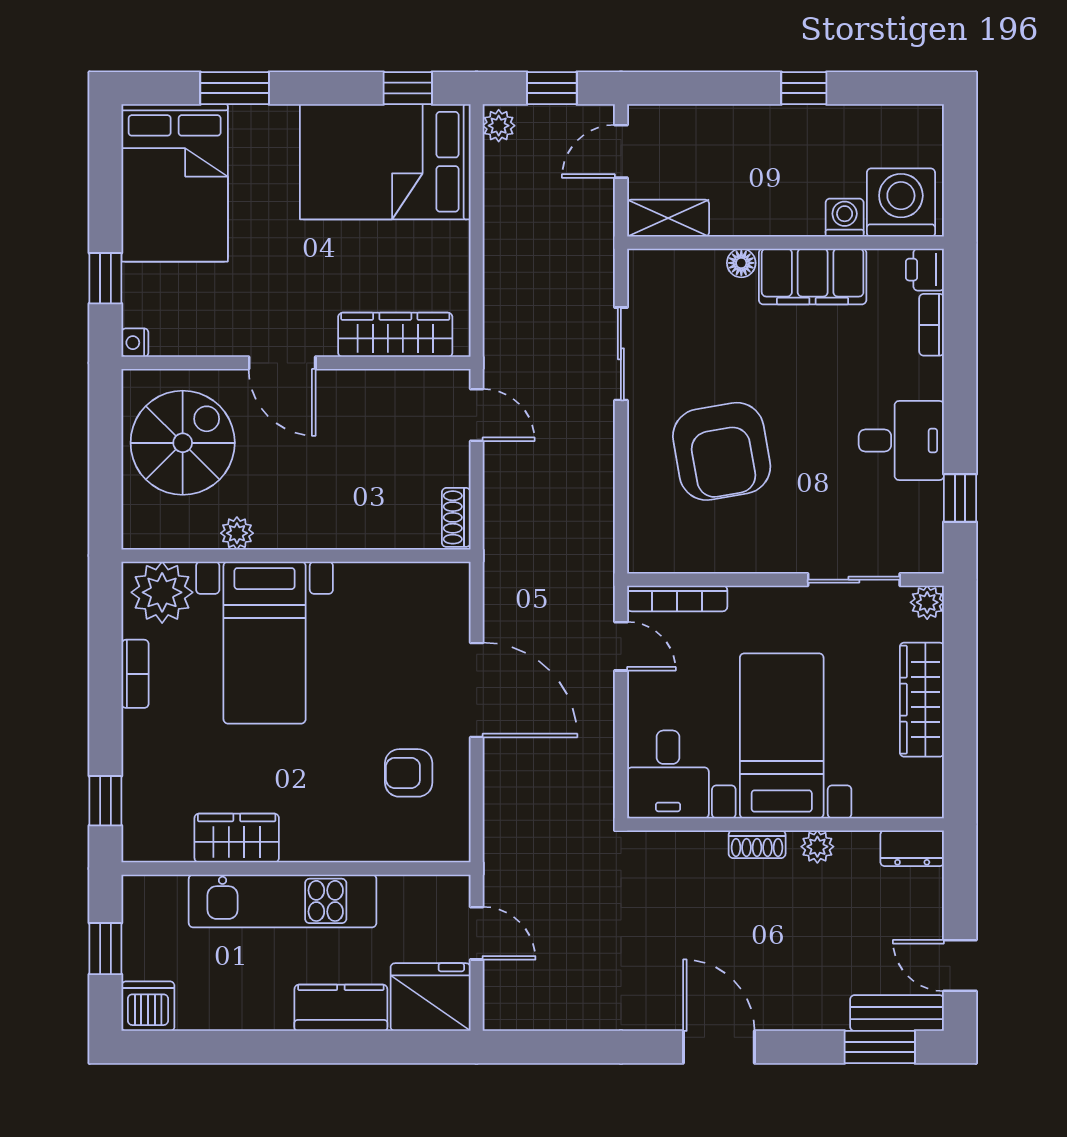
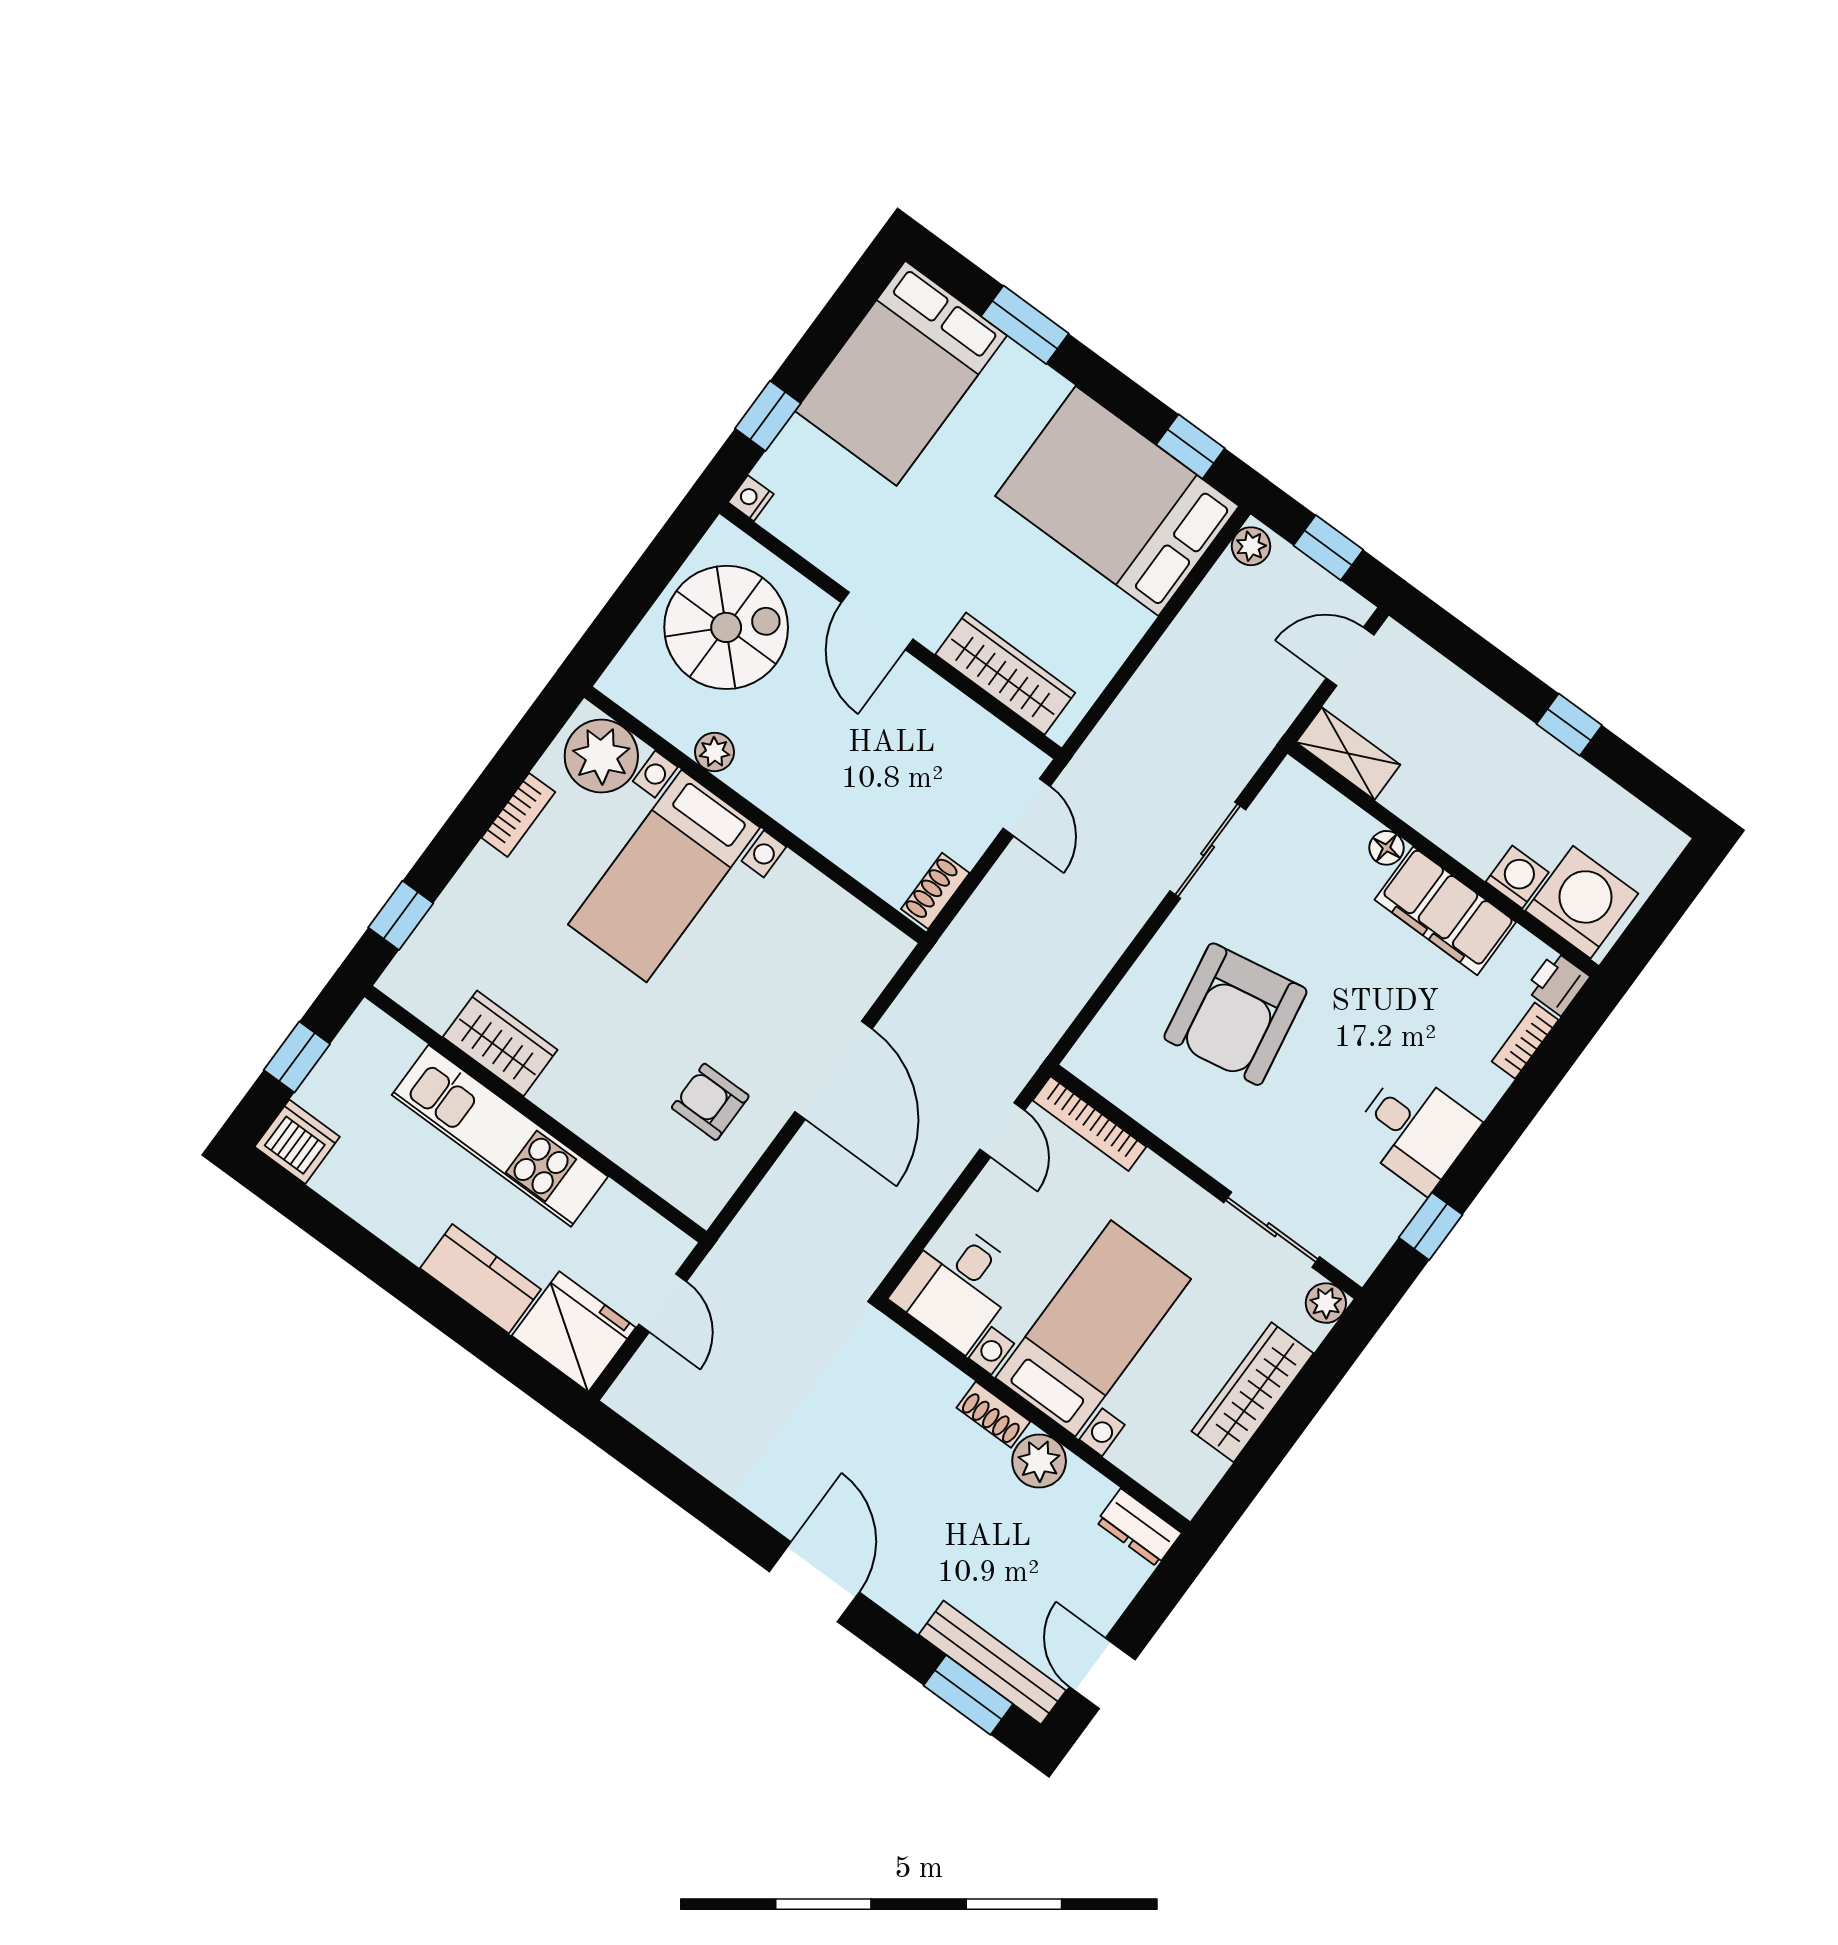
plant: (817, 847) -> (1039, 1461), width x1.38, depth x1.38
bench: (897, 1013) -> (992, 1663), width x1.36

